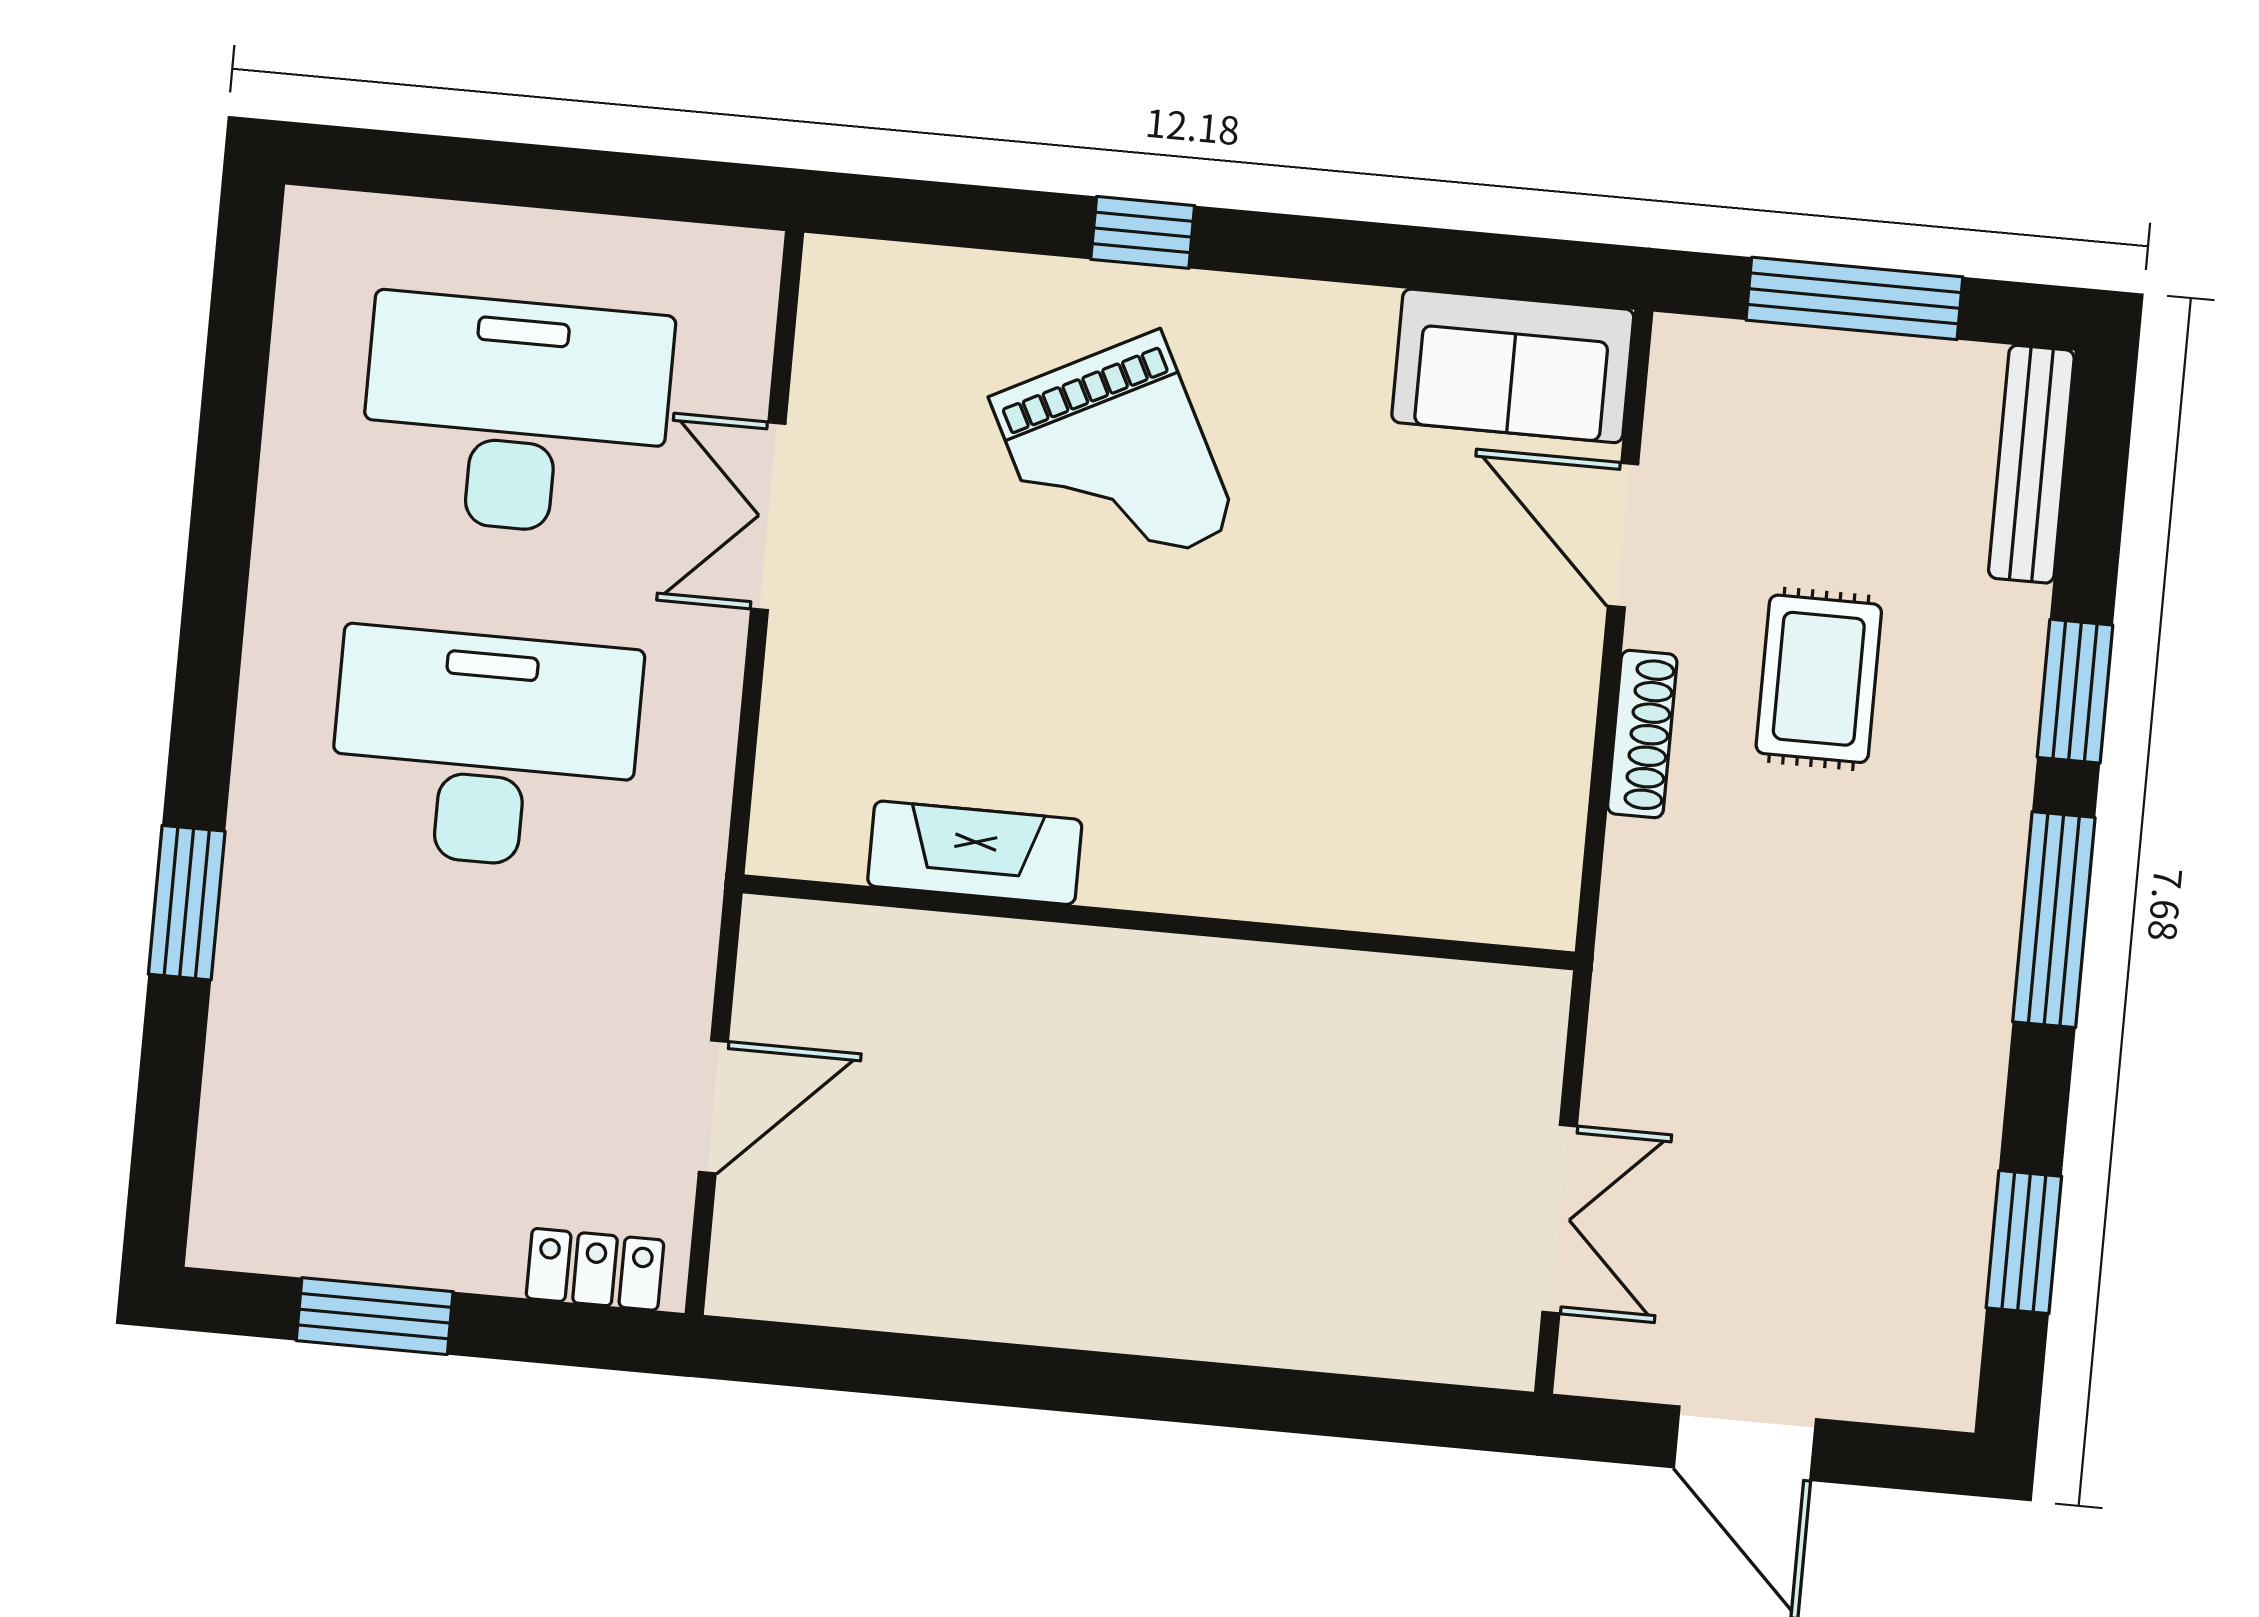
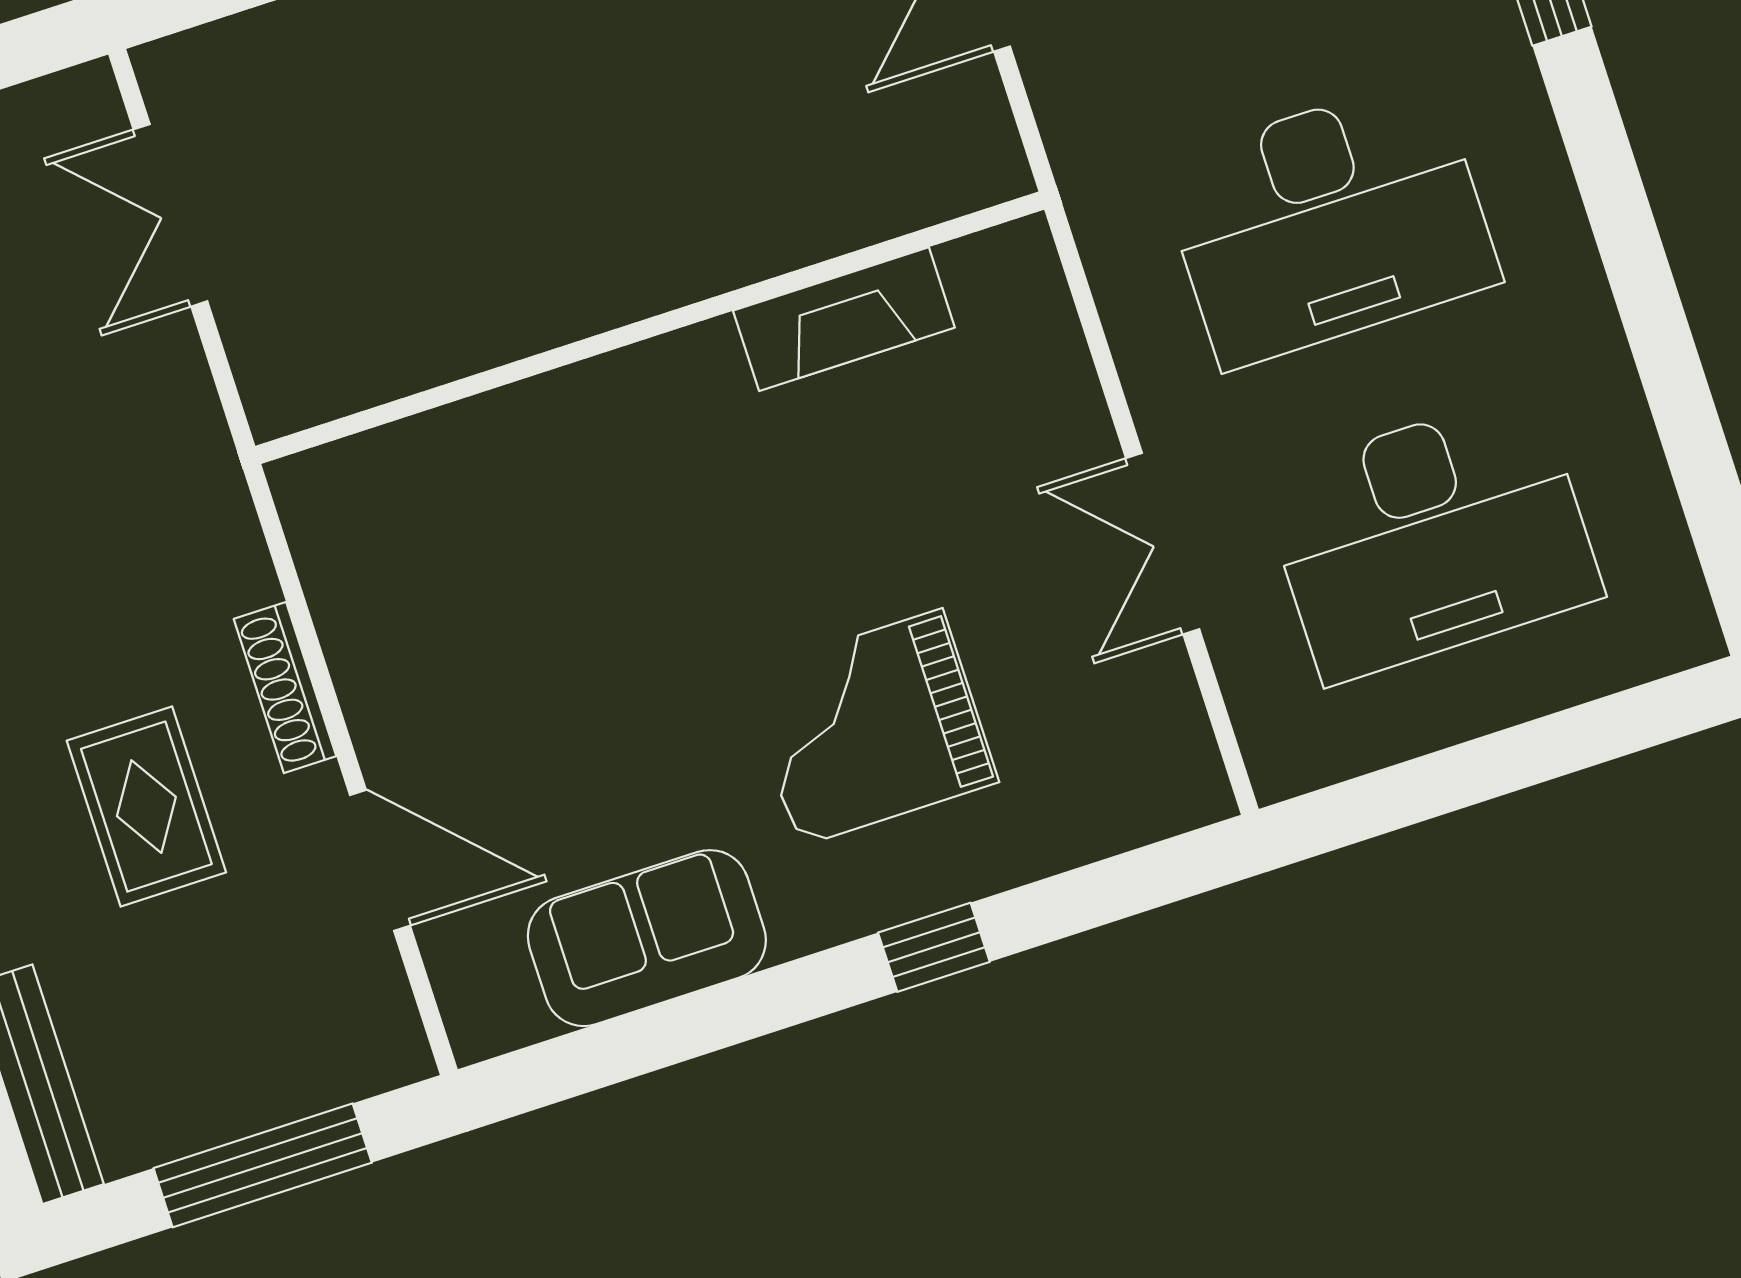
sofa: (1513, 366) -> (647, 938), moved
grand piano: (1114, 462) -> (870, 728), turned -63
double door: (768, 516) -> (1163, 544), swing flipped

